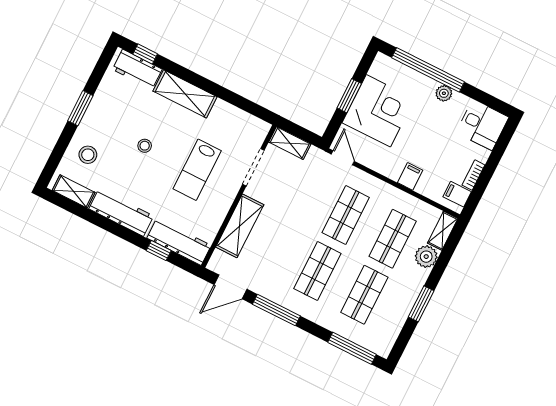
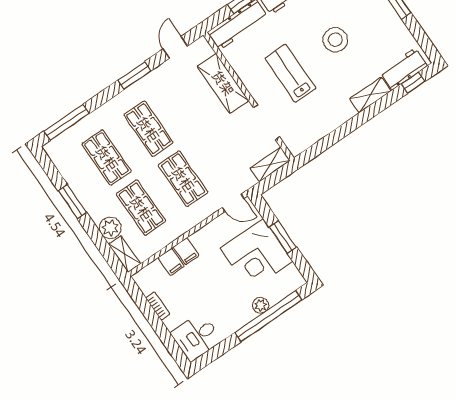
plant: (444, 93) -> (261, 305), moved
shelving: (185, 94) -> (370, 95), width x0.67, depth x0.75
stool: (145, 146) -> (335, 40), width x1.89, depth x1.89
filing cabinet: (457, 194) -> (171, 262), moved, turned 90
door: (231, 287) -> (175, 47), width x0.73
window: (276, 310) -> (134, 76), width x0.69

